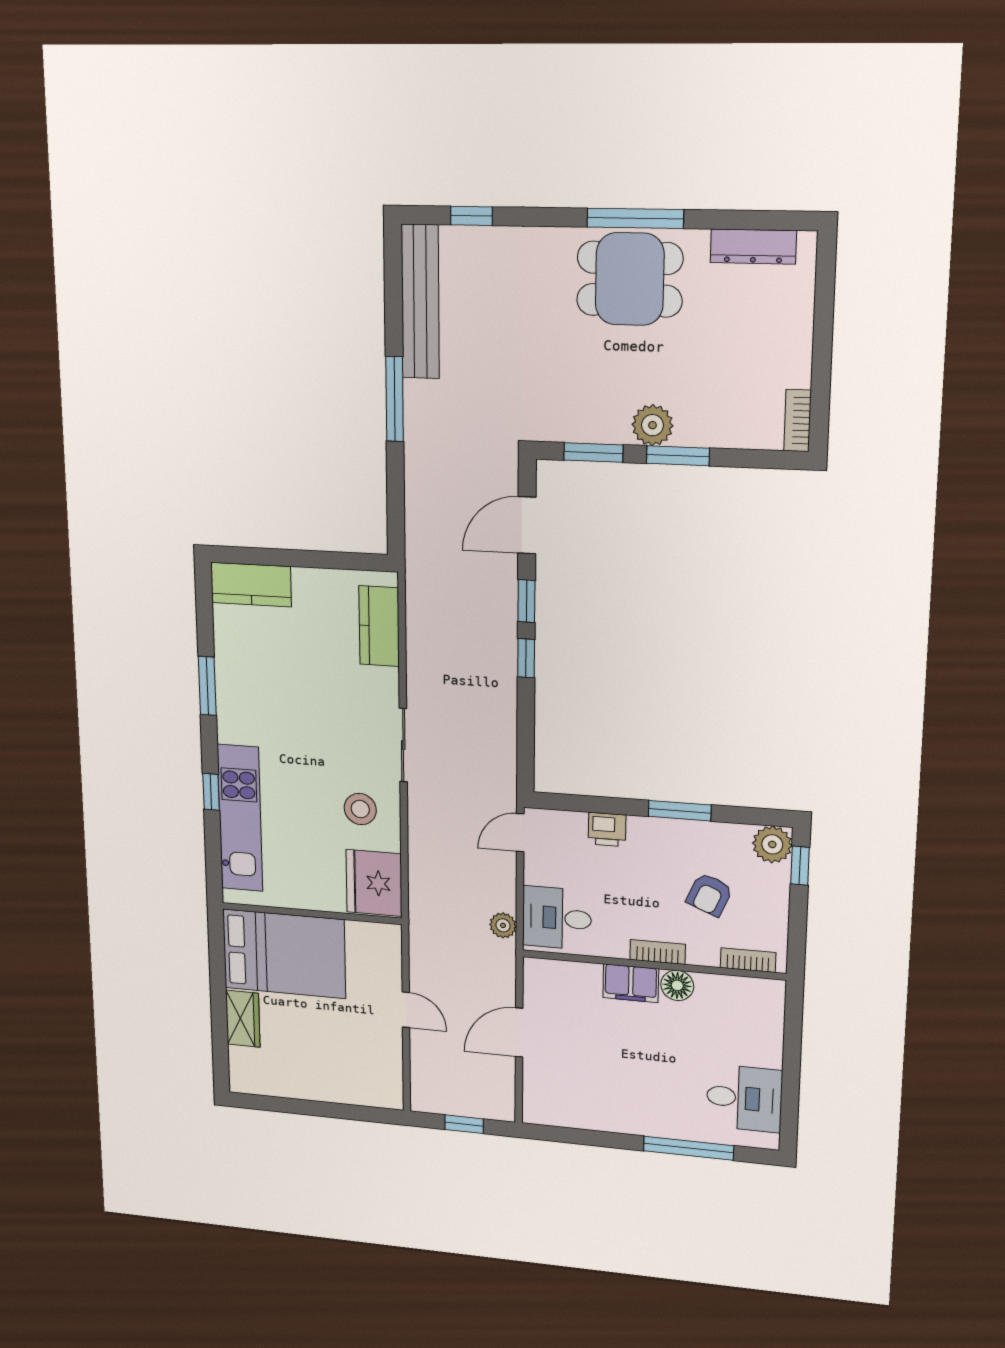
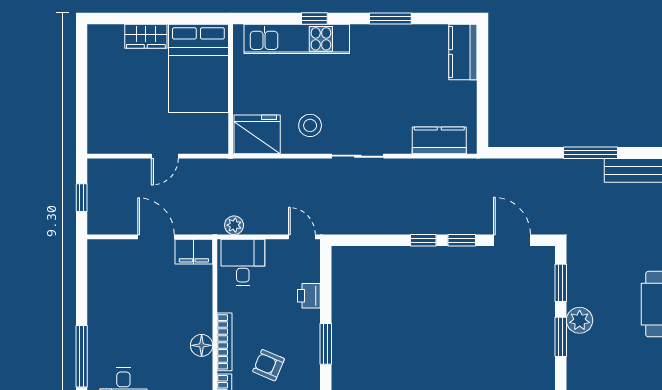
bookcase: (658, 952) -> (225, 342), width x1.56
filing cabinet: (631, 983) -> (194, 252), moved, turned -90

